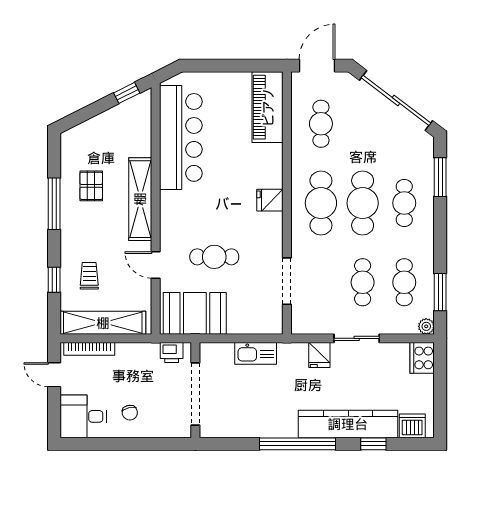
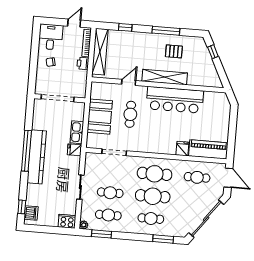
window: (127, 93) -> (213, 52), moved
bar counter: (181, 137) -> (175, 100), moved
fridge: (270, 200) -> (182, 149), moved
trolley: (89, 276) -> (126, 46), removed
booth: (195, 313) -> (100, 117), moved
printer: (172, 353) -> (83, 63), moved
fridge: (319, 355) -> (74, 150), moved
kitchen counter: (348, 424) -> (37, 157), moved
window: (373, 444) -> (22, 207), moved

